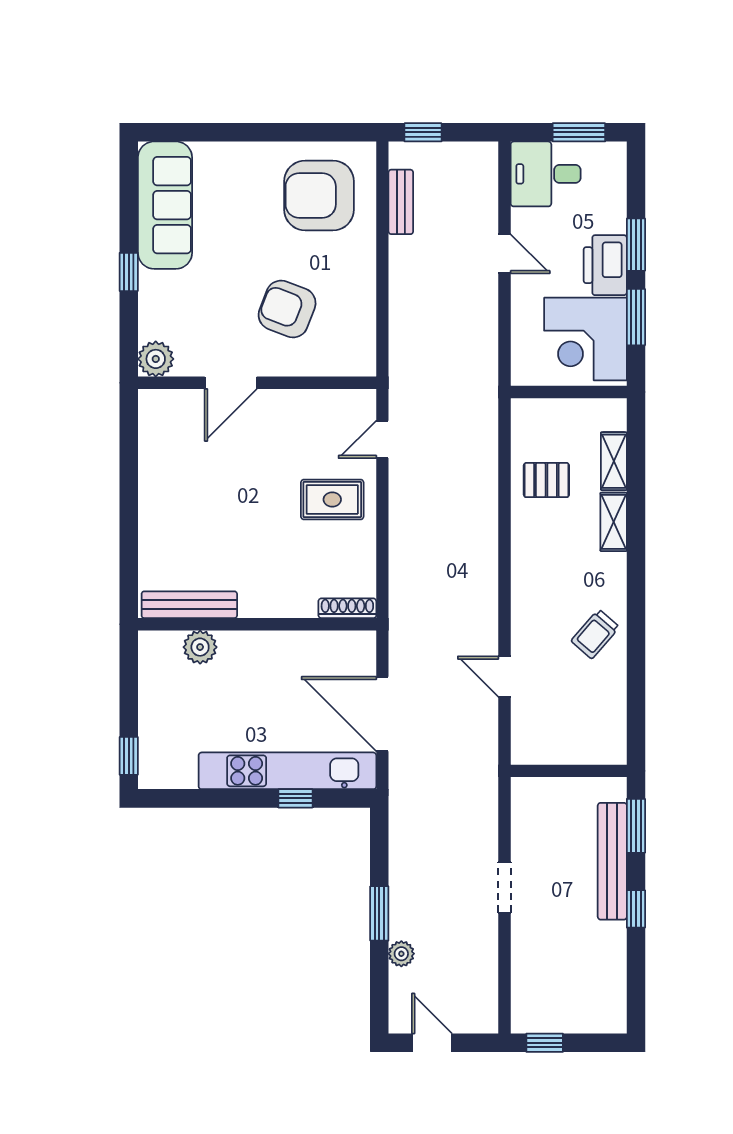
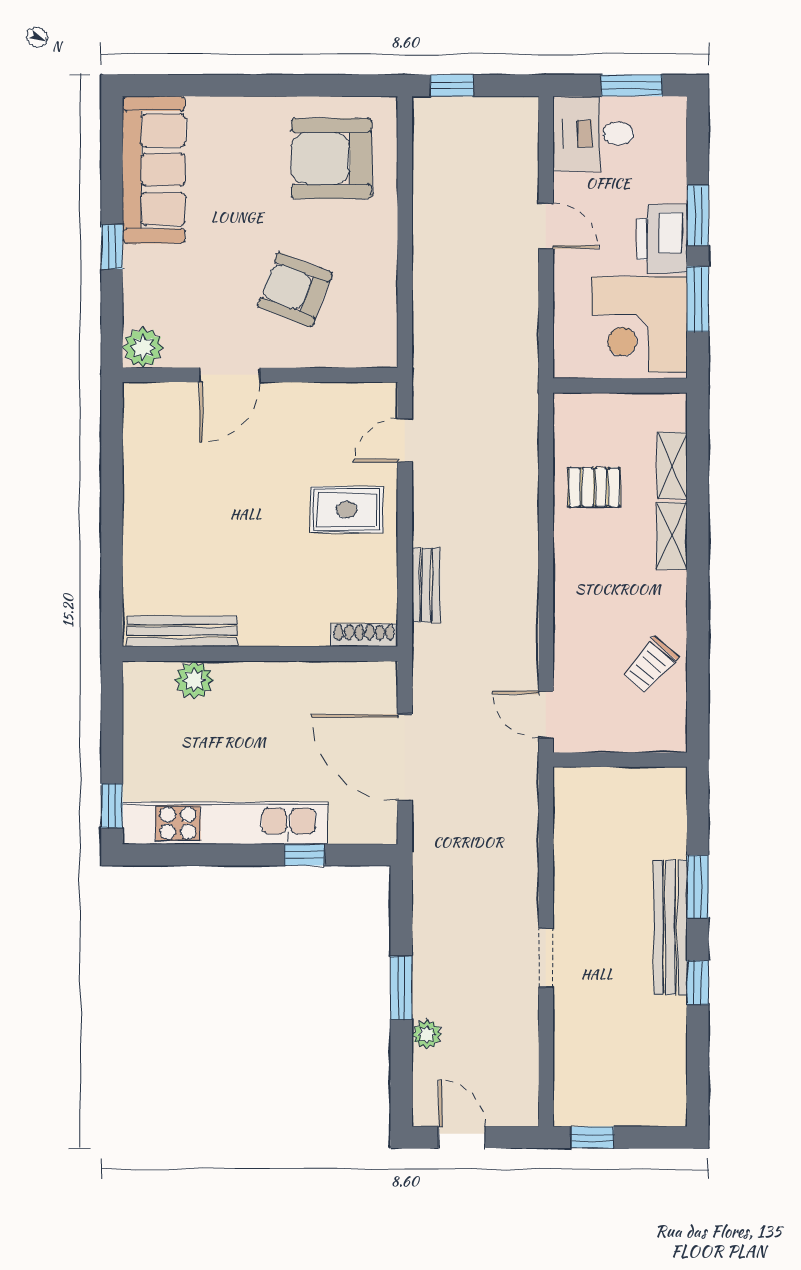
bench: (401, 202) -> (426, 585), moved
kitchen unit: (287, 771) -> (225, 823), moved
wall: (569, 771) -> (620, 760), moved

